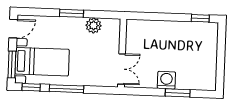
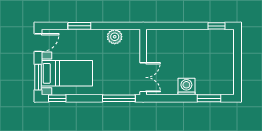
window: (72, 13) -> (79, 26), moved
window: (67, 89) -> (119, 98), moved
window: (178, 93) -> (209, 98), moved

